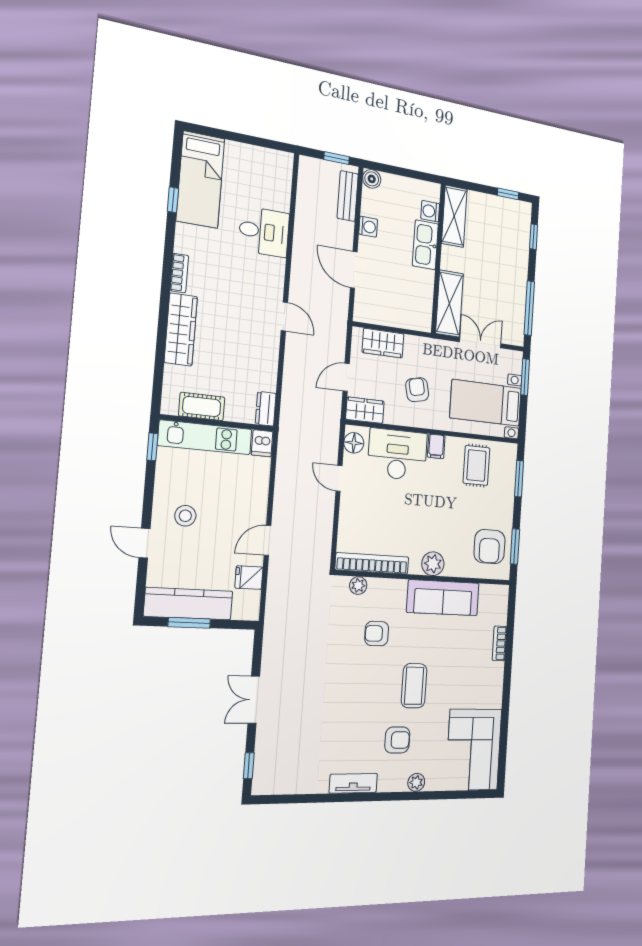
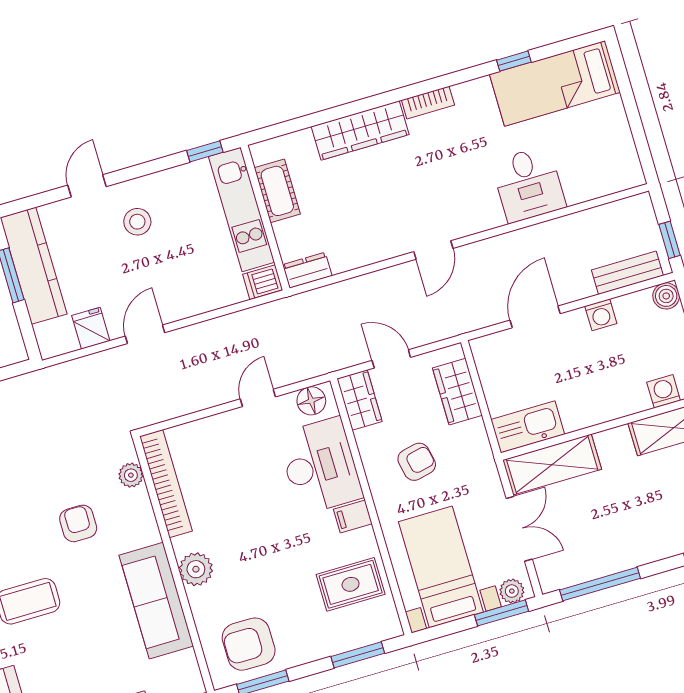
kitchen sink: (425, 245) -> (528, 427), moved
plant: (515, 365) -> (512, 591), added
door: (267, 540) -> (145, 334), hinge flipped

